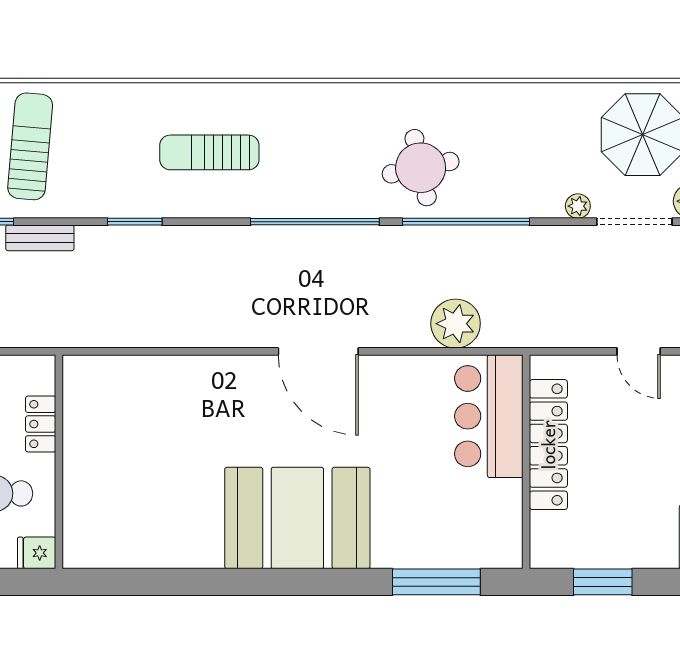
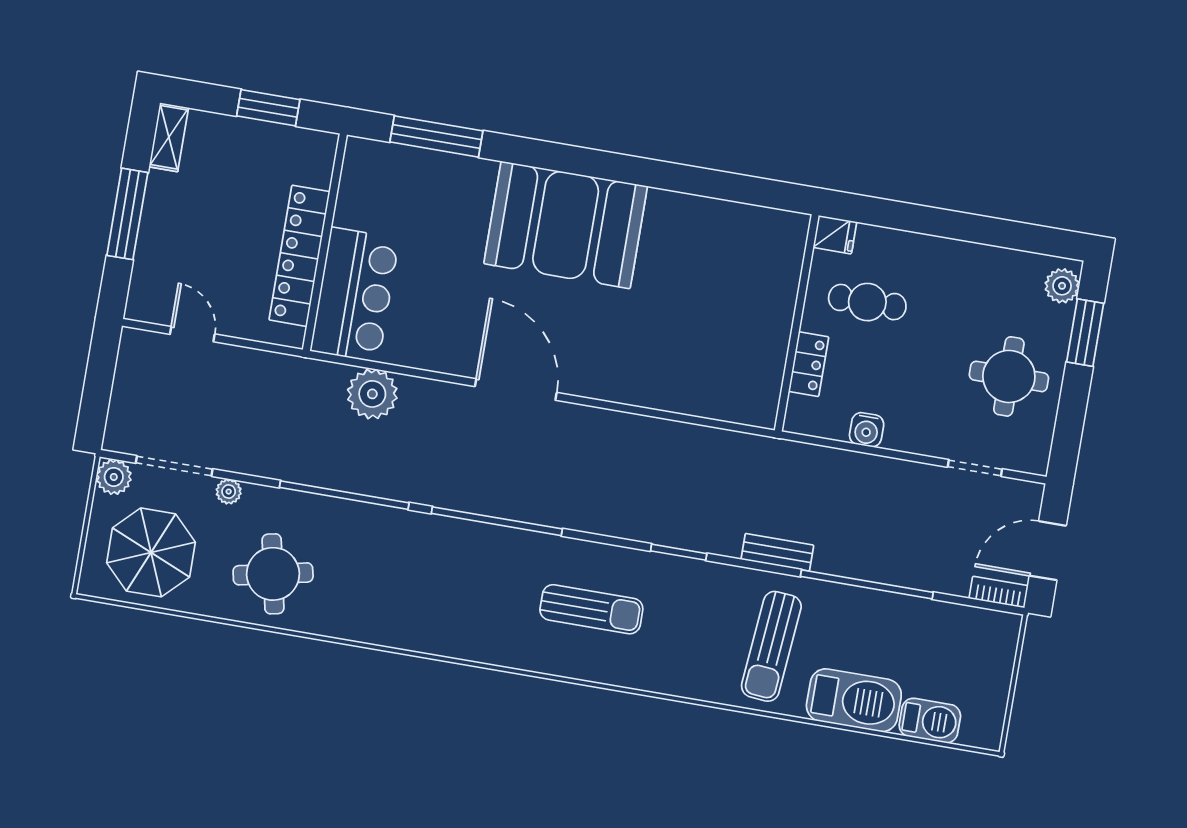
round table: (421, 168) -> (273, 574), moved

